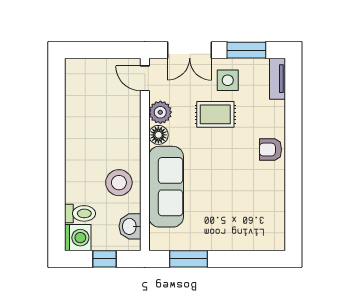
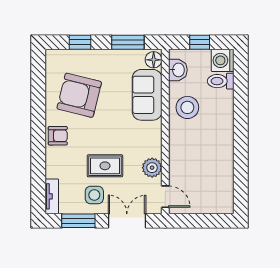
floor lamp: (158, 135) -> (154, 60), moved
sofa: (166, 187) -> (147, 95), width x0.73
armchair: (245, 197) -> (79, 95), added
window: (245, 259) -> (80, 42), added

